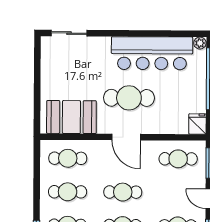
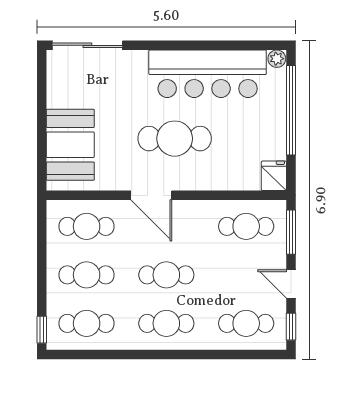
sliding door: (69, 33) -> (87, 45), width x1.37
booth: (71, 117) -> (70, 145), moved, turned 90
door: (126, 137) -> (151, 195), moved

